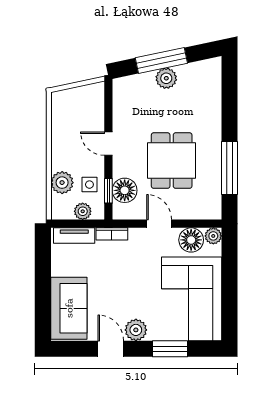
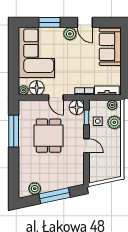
plant: (166, 78) -> (35, 189), moved
floor lamp: (125, 190) -> (77, 107), moved
plant: (83, 211) -> (112, 105), moved

